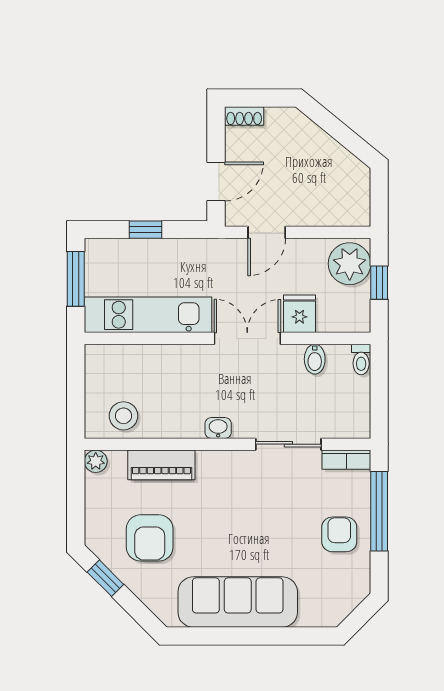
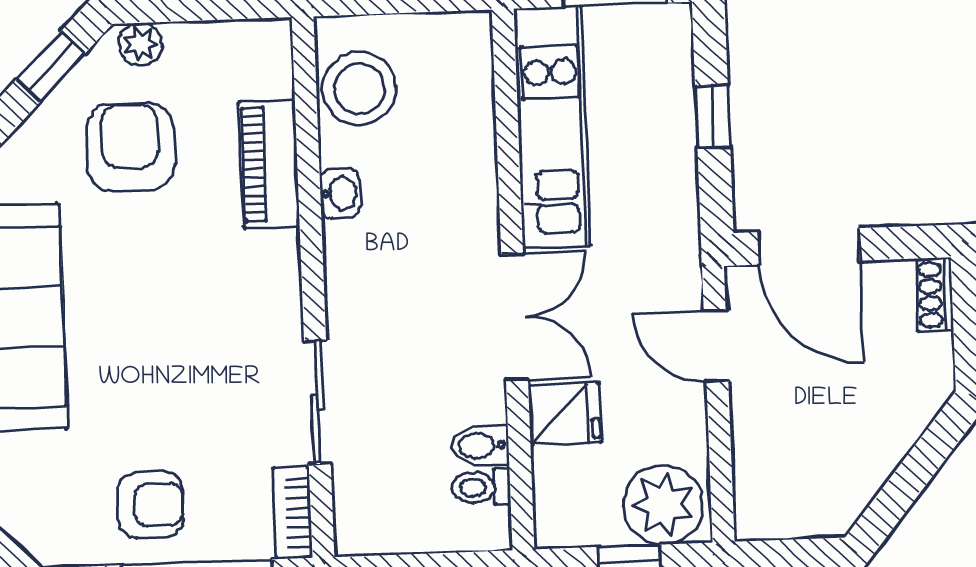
door: (216, 181) -> (809, 246), width x1.38
toilet: (361, 359) -> (481, 487), moved
stool: (123, 416) -> (359, 89), width x1.38, depth x1.38
washbasin: (218, 428) -> (340, 193), moved
plant: (96, 461) -> (141, 44), moved
armchair: (150, 538) -> (130, 147), turned 90

